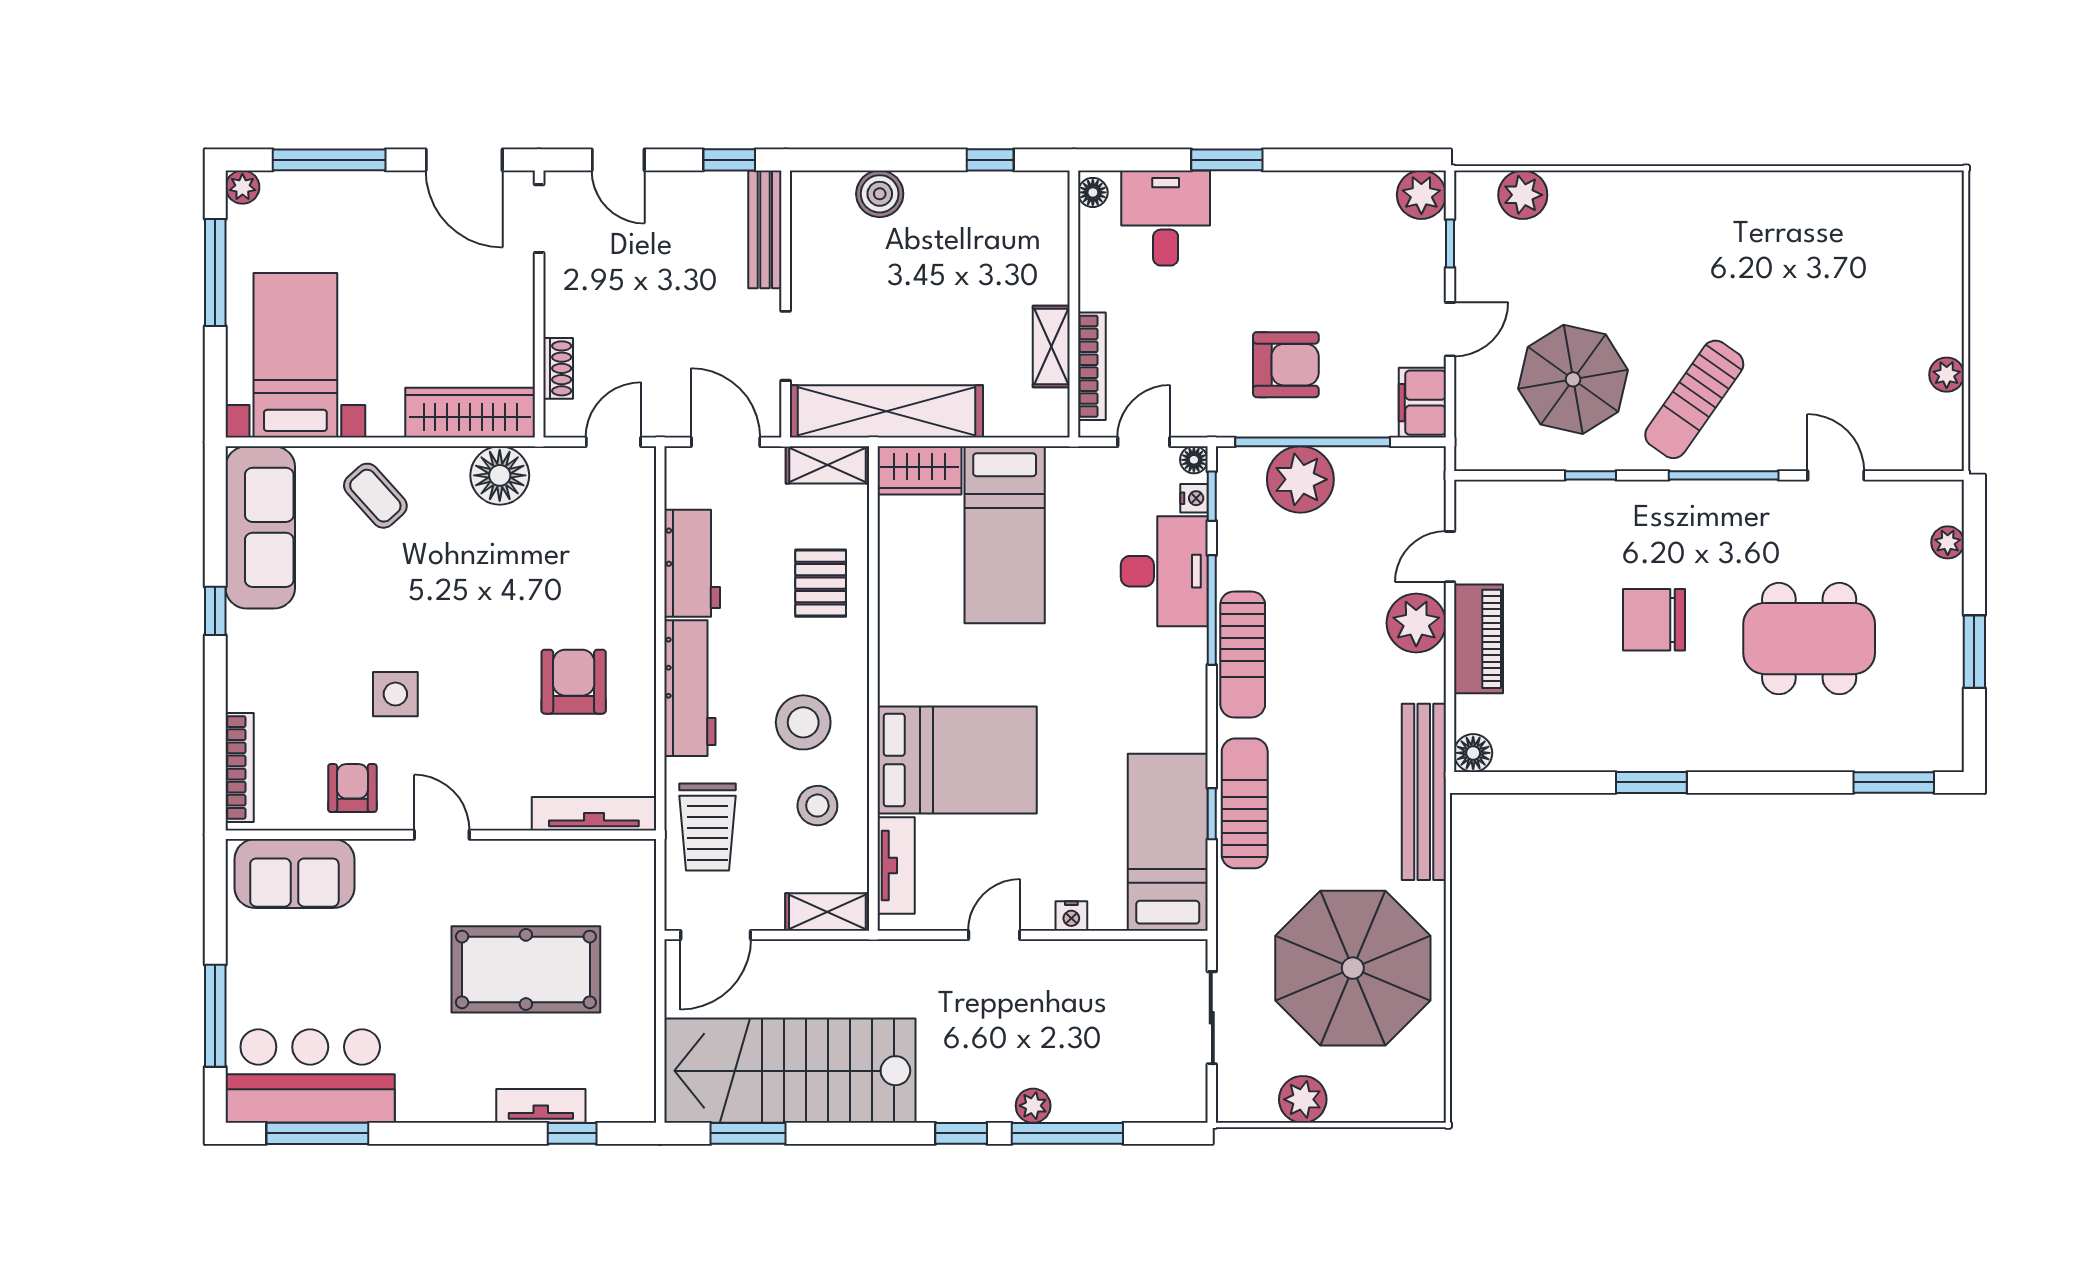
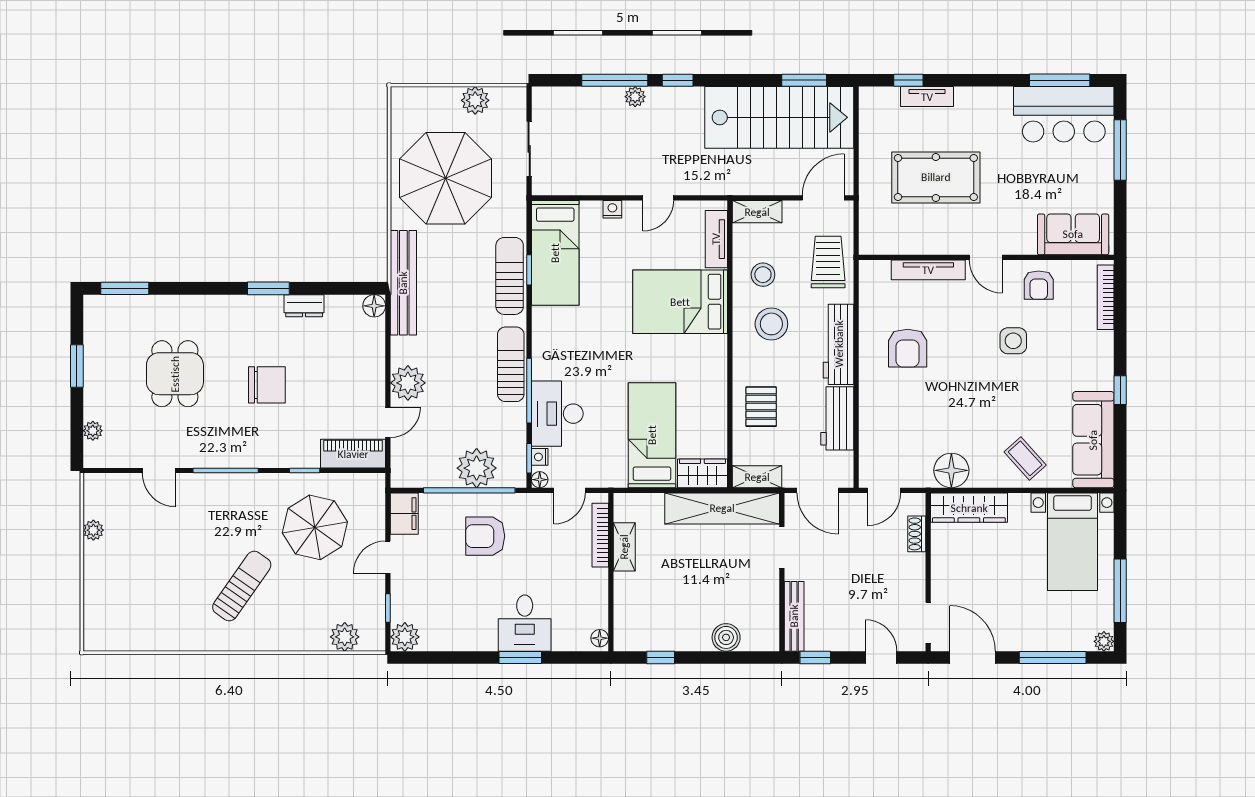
desk: (1166, 218) -> (525, 623), moved
sun lounger: (1694, 399) -> (242, 586), moved
piano: (1479, 639) -> (353, 454), moved, turned 90
dining table: (1809, 639) -> (175, 374), width x0.73
dresser: (1591, 753) -> (304, 306), added
sun lounger: (1245, 803) -> (510, 276), turned 180
tv unit: (594, 814) -> (928, 270), moved

